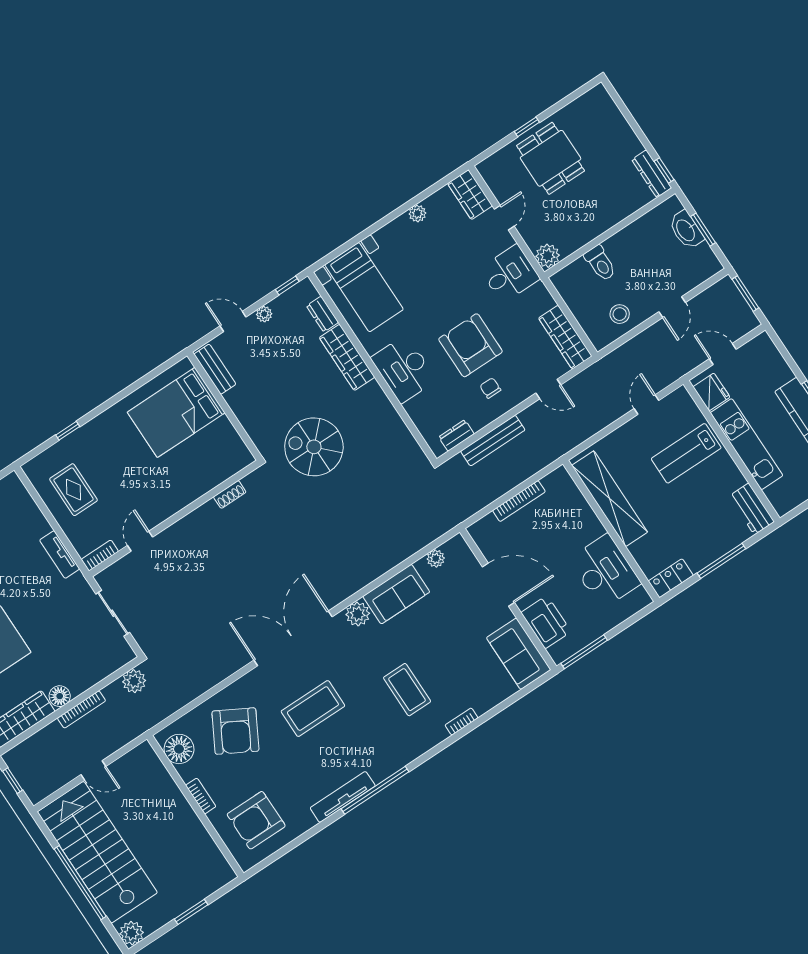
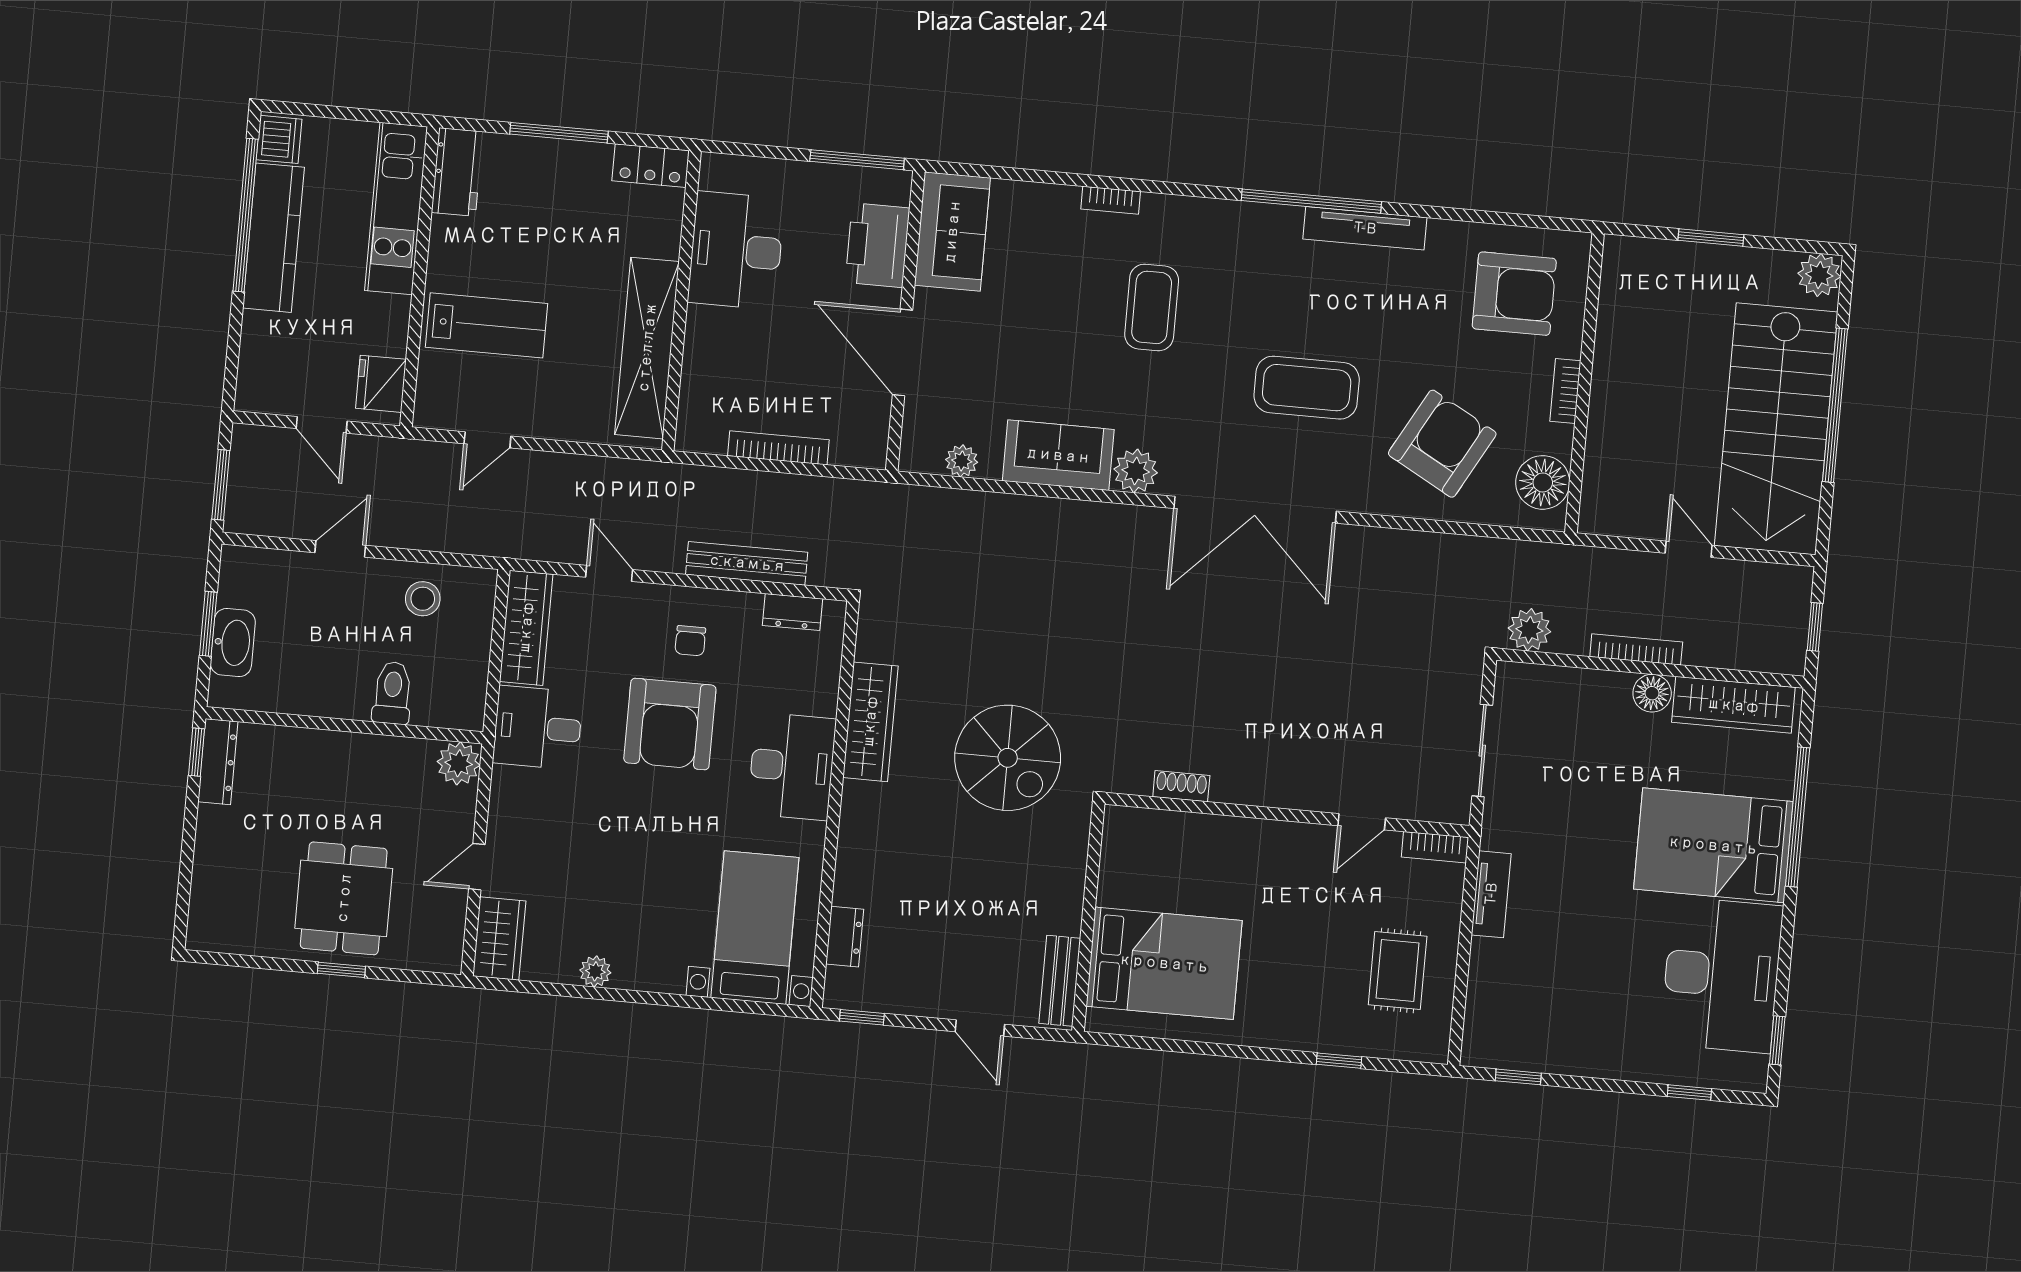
desk: (510, 274) -> (538, 728), moved
plant: (264, 314) -> (927, 1003), removed
wardrobe: (347, 357) -> (870, 722), moved
kitchen unit: (747, 444) -> (396, 209), moved

